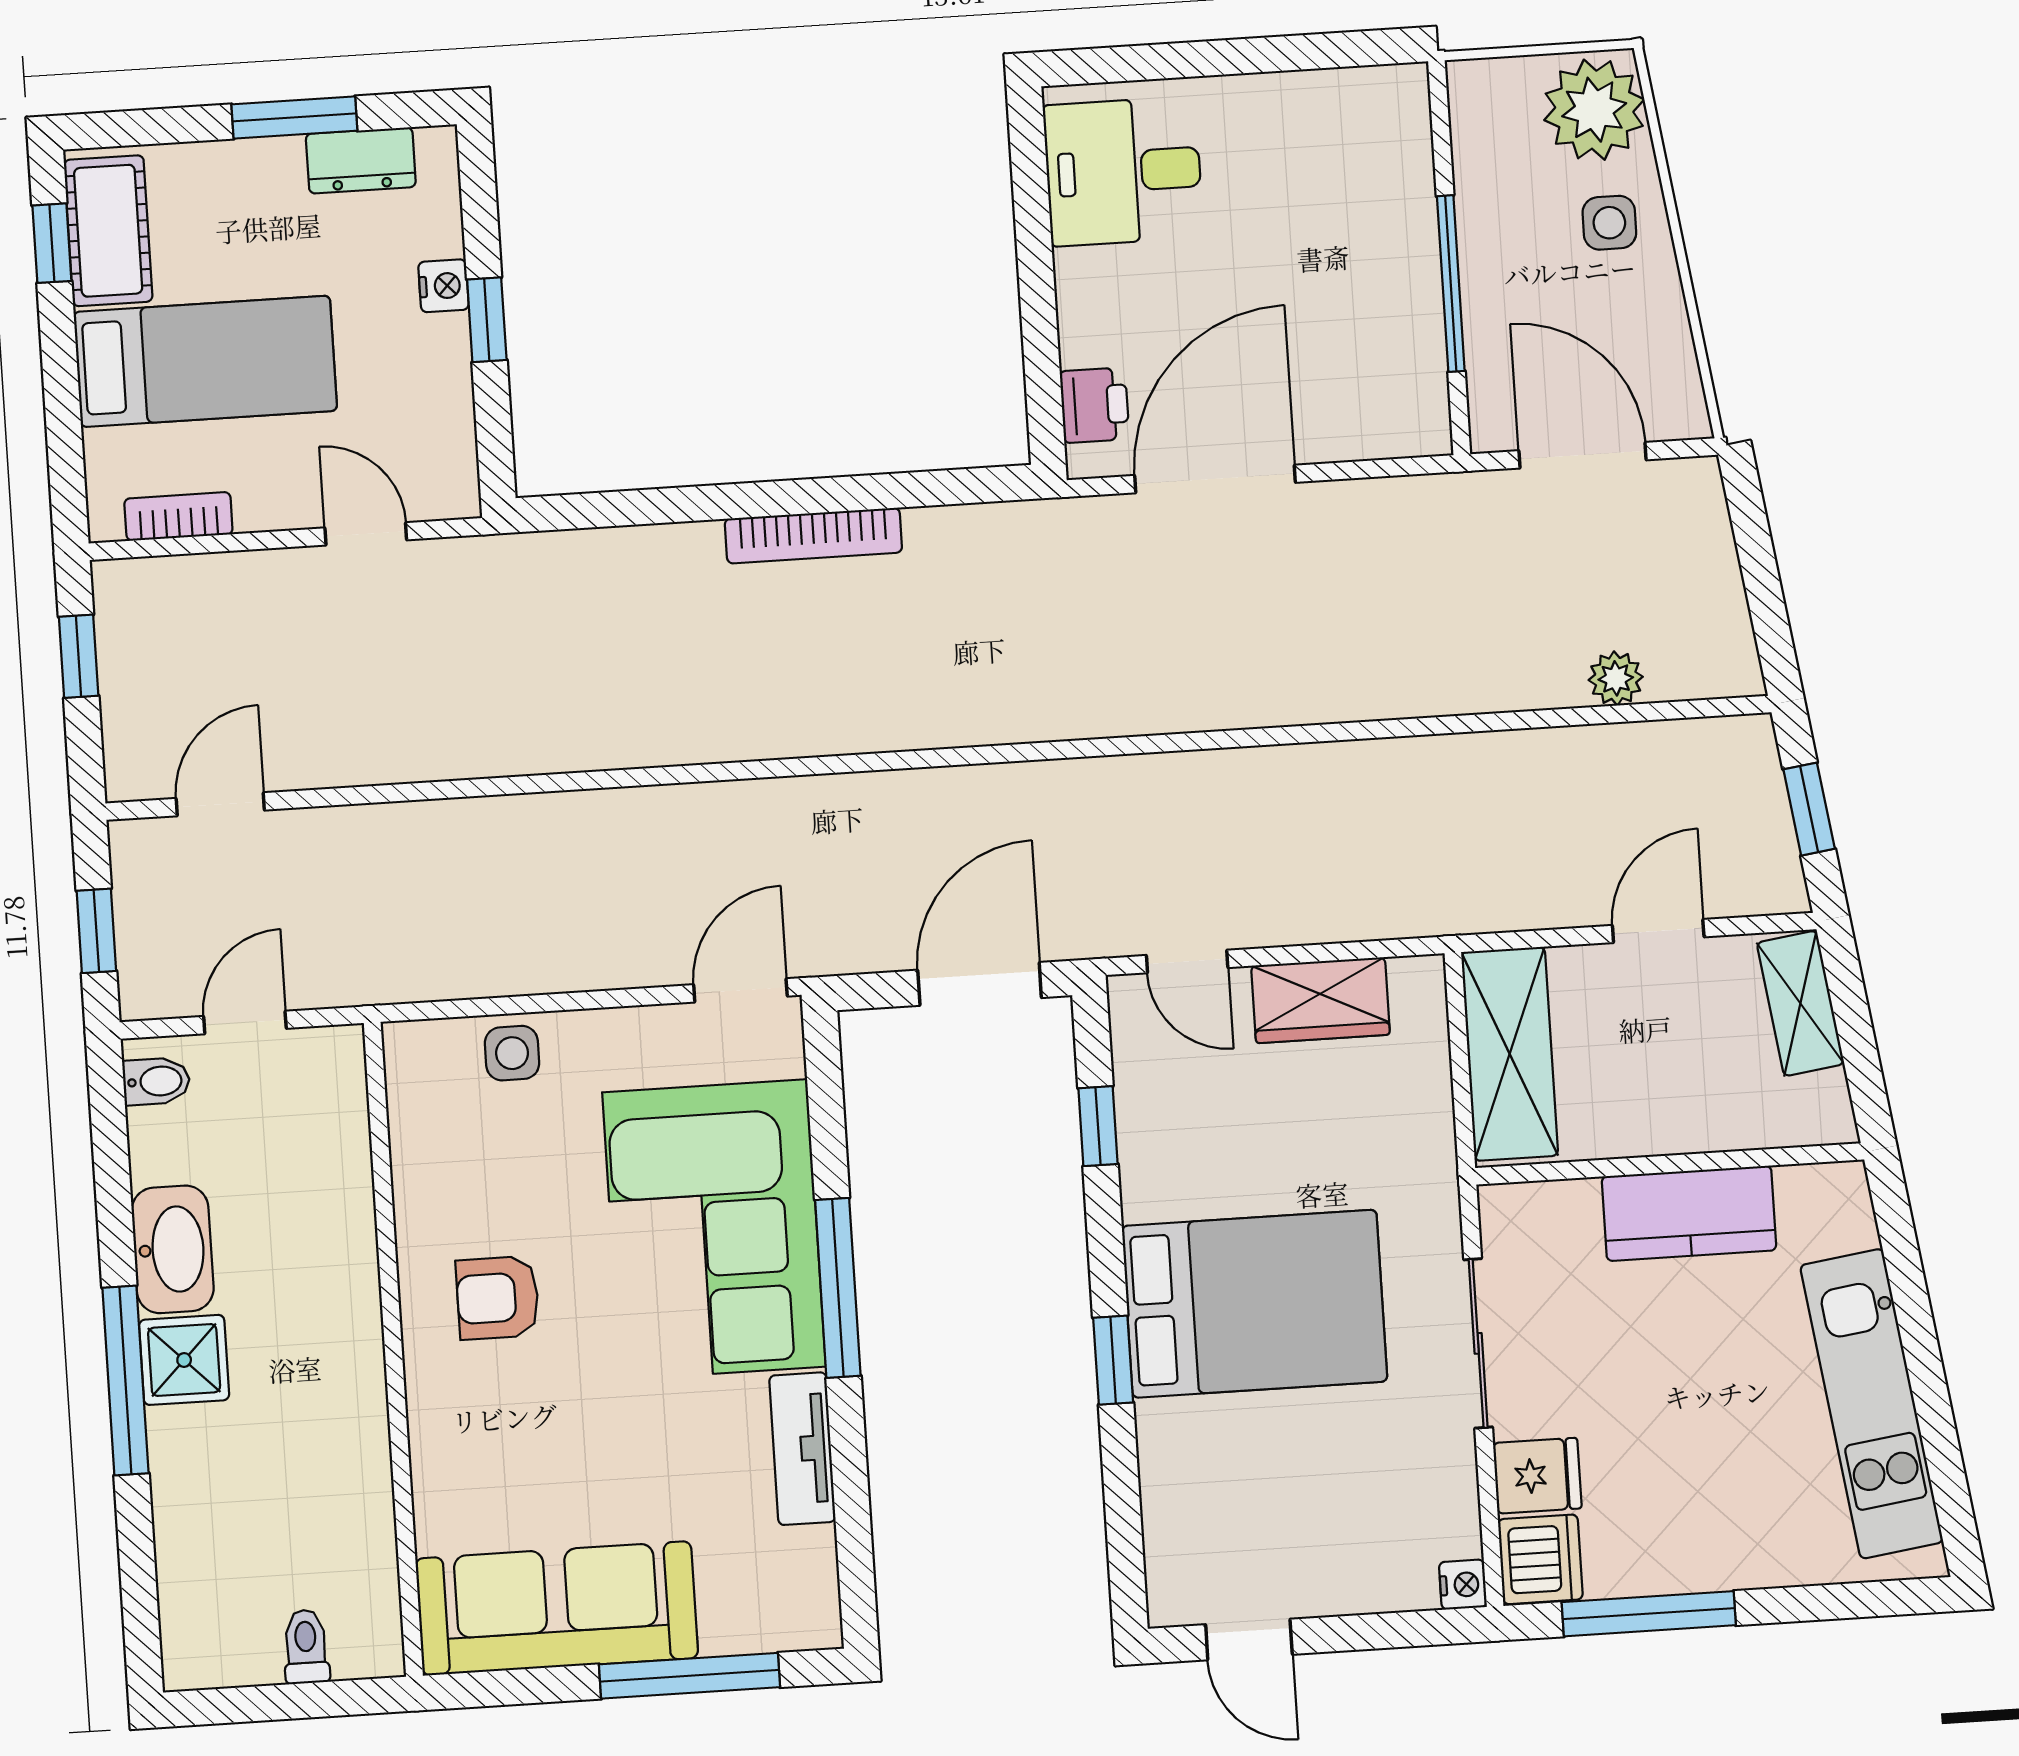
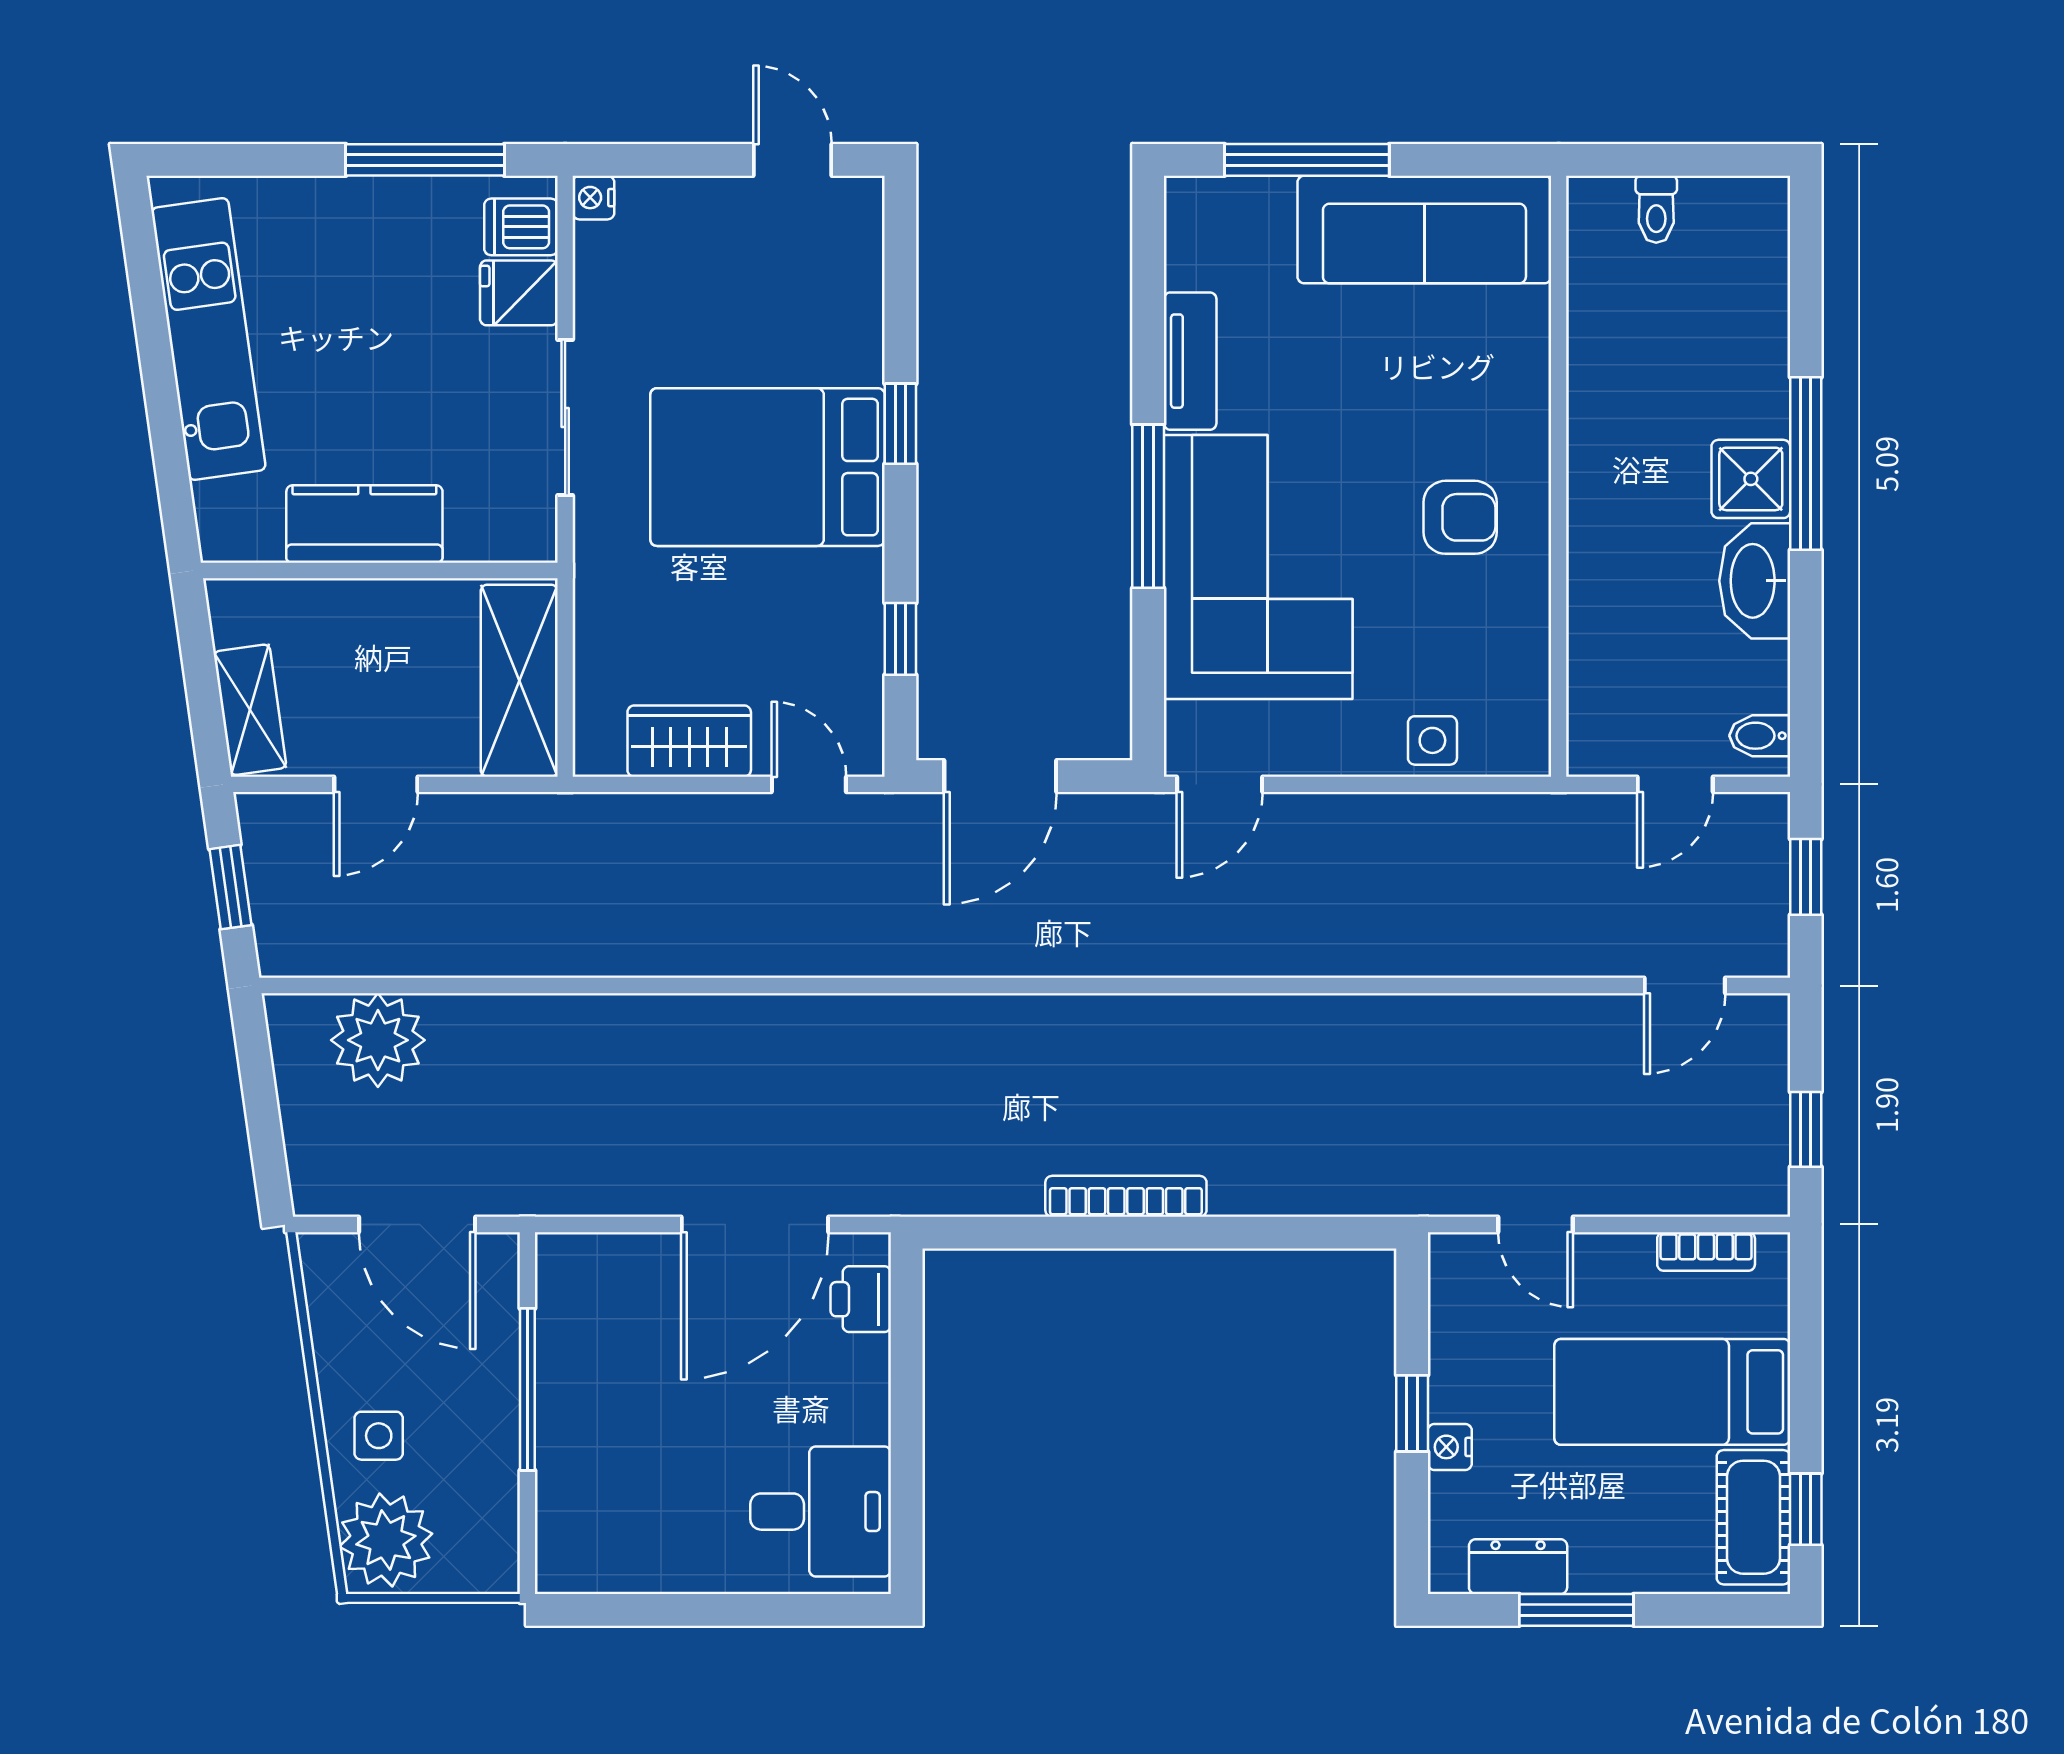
plant: (1616, 678) -> (378, 1040), width x1.88, depth x1.88
dishwasher: (1540, 1559) -> (521, 227), width x0.73

